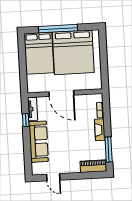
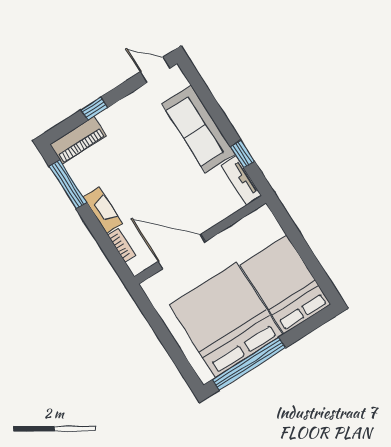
window: (58, 29) -> (249, 364), moved
door: (61, 93) -> (182, 252), moved
window: (79, 176) -> (94, 109), added
door: (53, 177) -> (155, 70), moved

